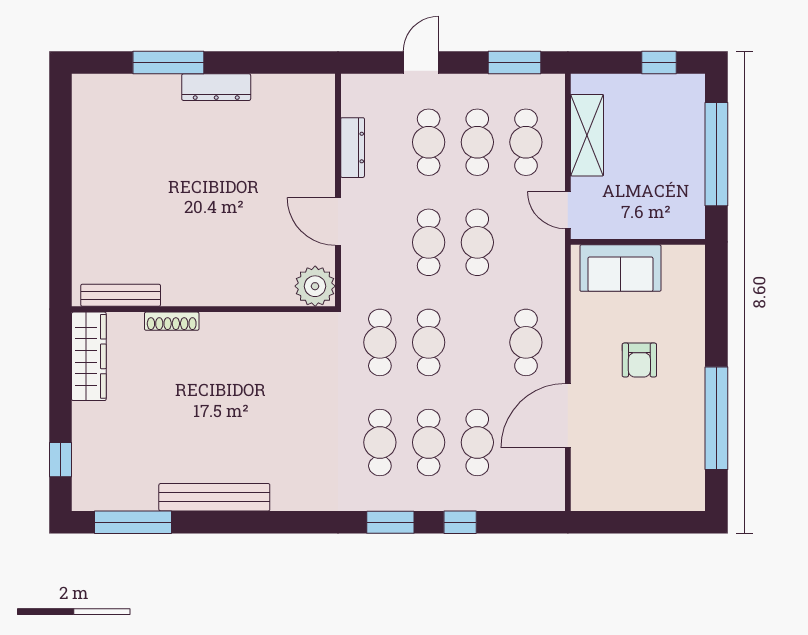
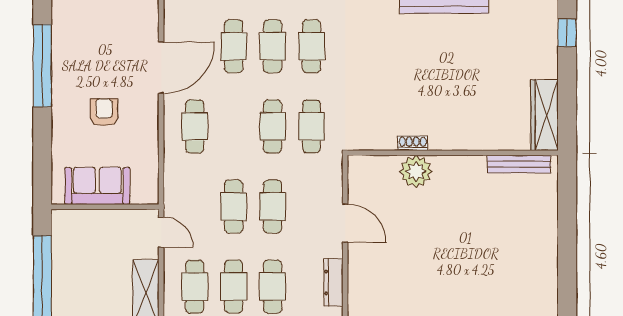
sofa: (620, 268) -> (97, 186), moved
plant: (315, 286) -> (416, 171), moved
shoe rack: (172, 321) -> (413, 143), moved, width x0.70

